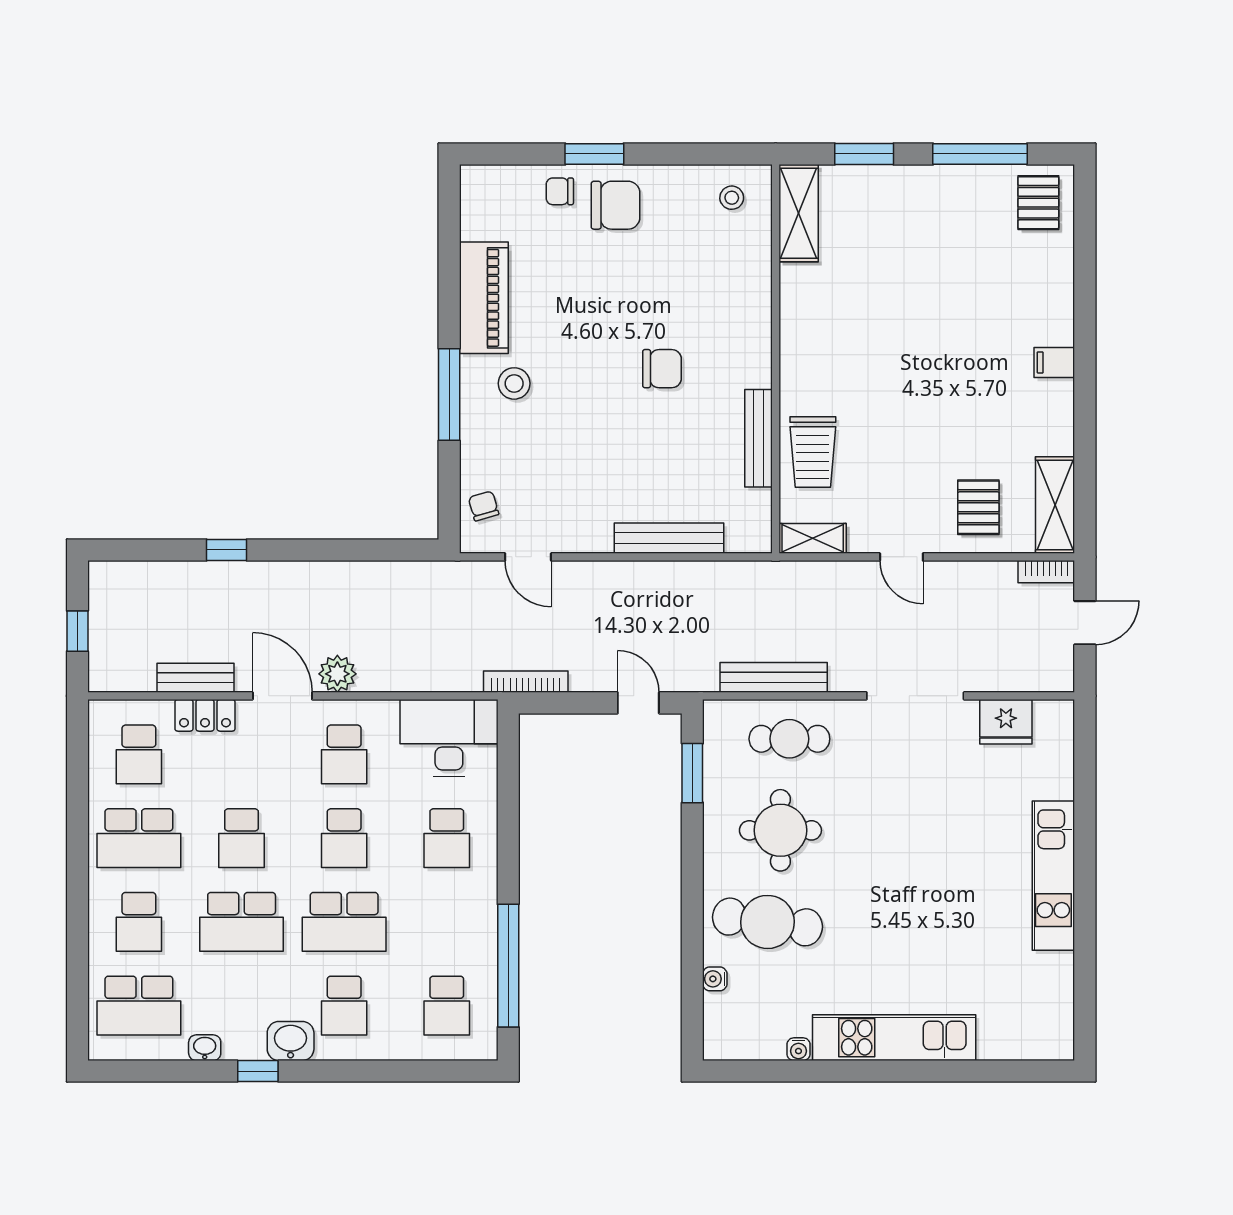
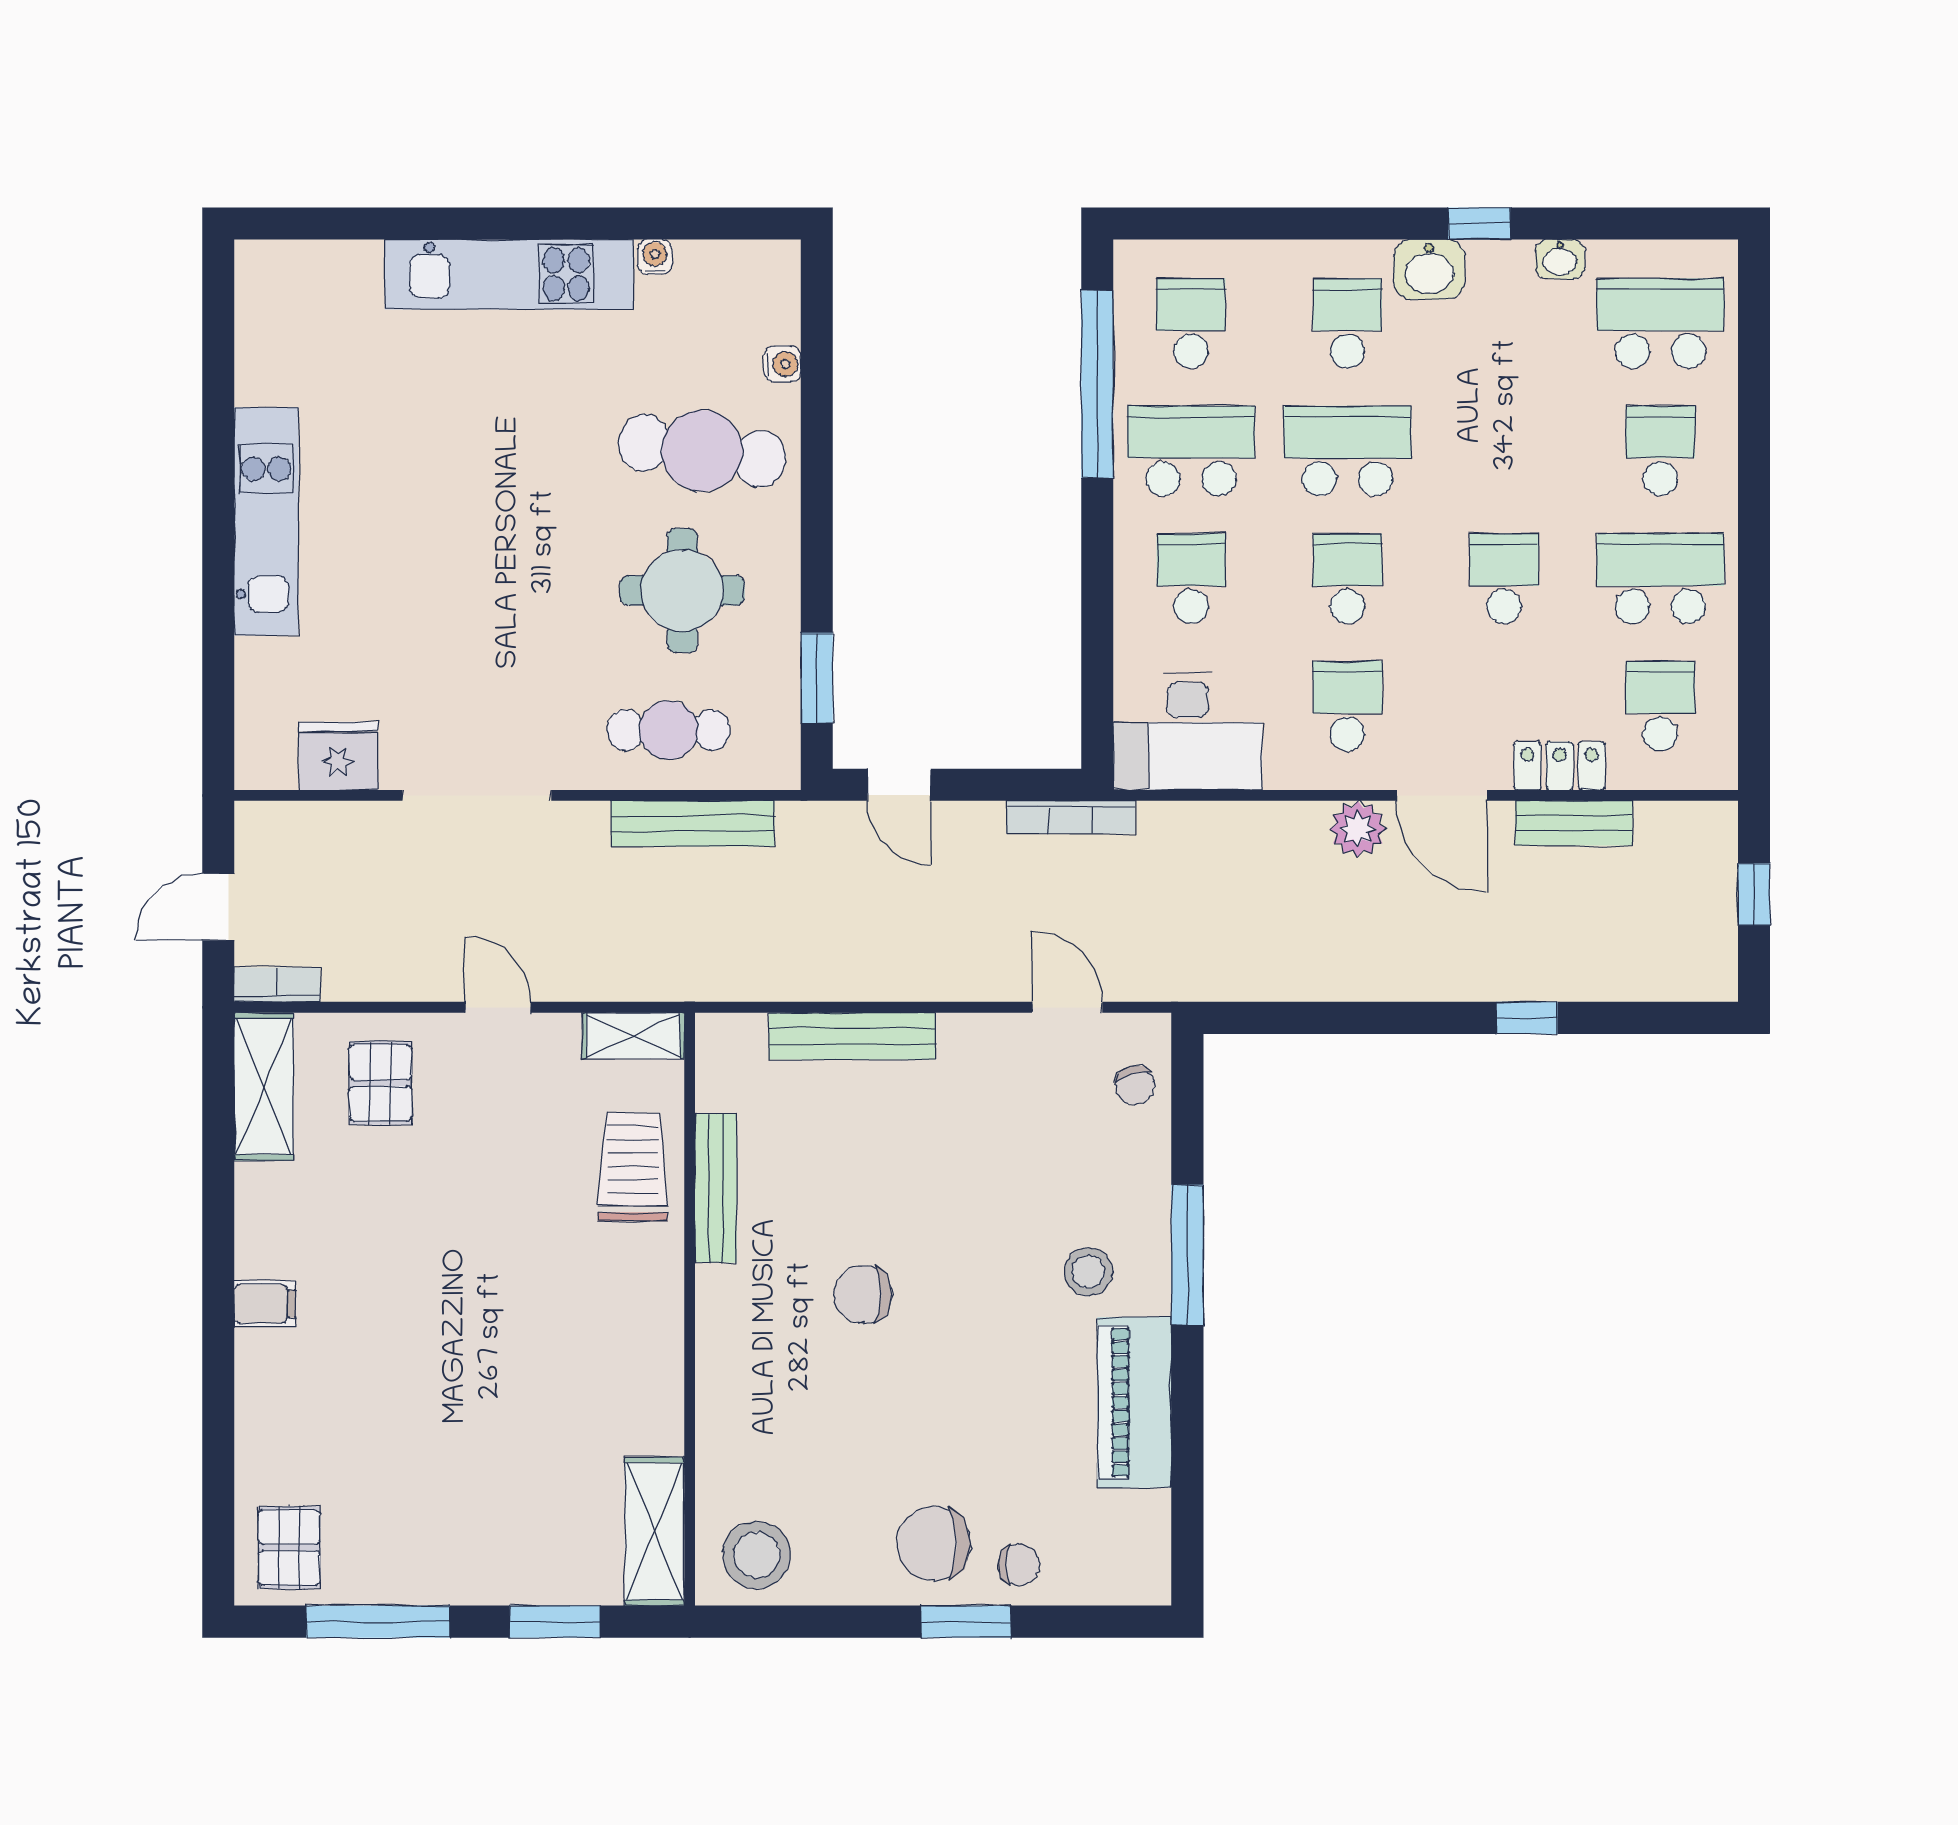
stool: (732, 198) -> (757, 1555), width x1.89, depth x1.89
school desk: (242, 922) -> (1191, 451), moved

